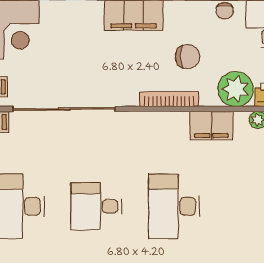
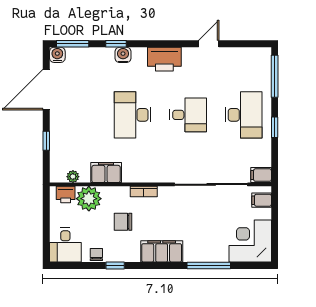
bookcase: (169, 99) -> (144, 191), width x0.64
desk: (174, 206) -> (133, 115), turned 180

